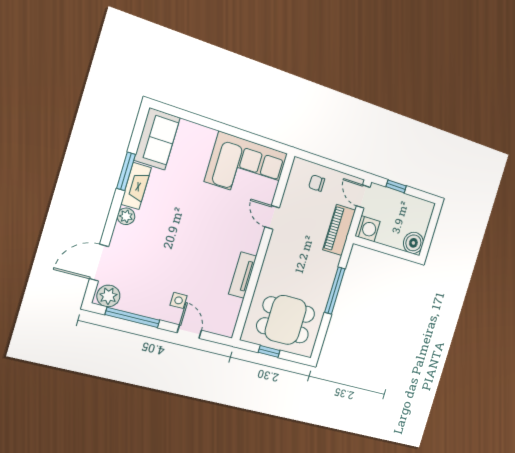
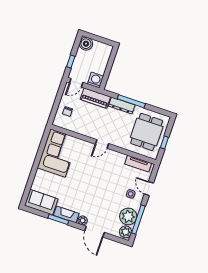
door: (272, 217) -> (102, 144), moved
boiler: (413, 243) -> (86, 44), moved
door: (99, 263) -> (95, 232), moved
tv unit: (243, 275) -> (138, 164), moved
dresser: (328, 275) -> (122, 105), added
plant: (137, 299) -> (128, 216), added
door: (189, 332) -> (149, 189), hinge flipped

